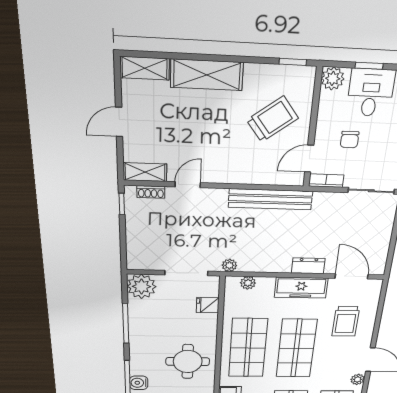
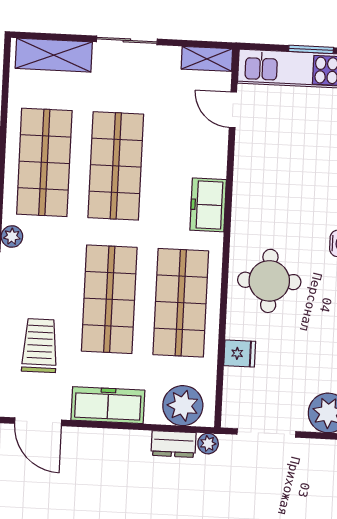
dresser: (308, 266) -> (173, 444), moved
plant: (248, 283) -> (183, 406), width x1.87, depth x1.87
fridge: (208, 305) -> (240, 353), moved

